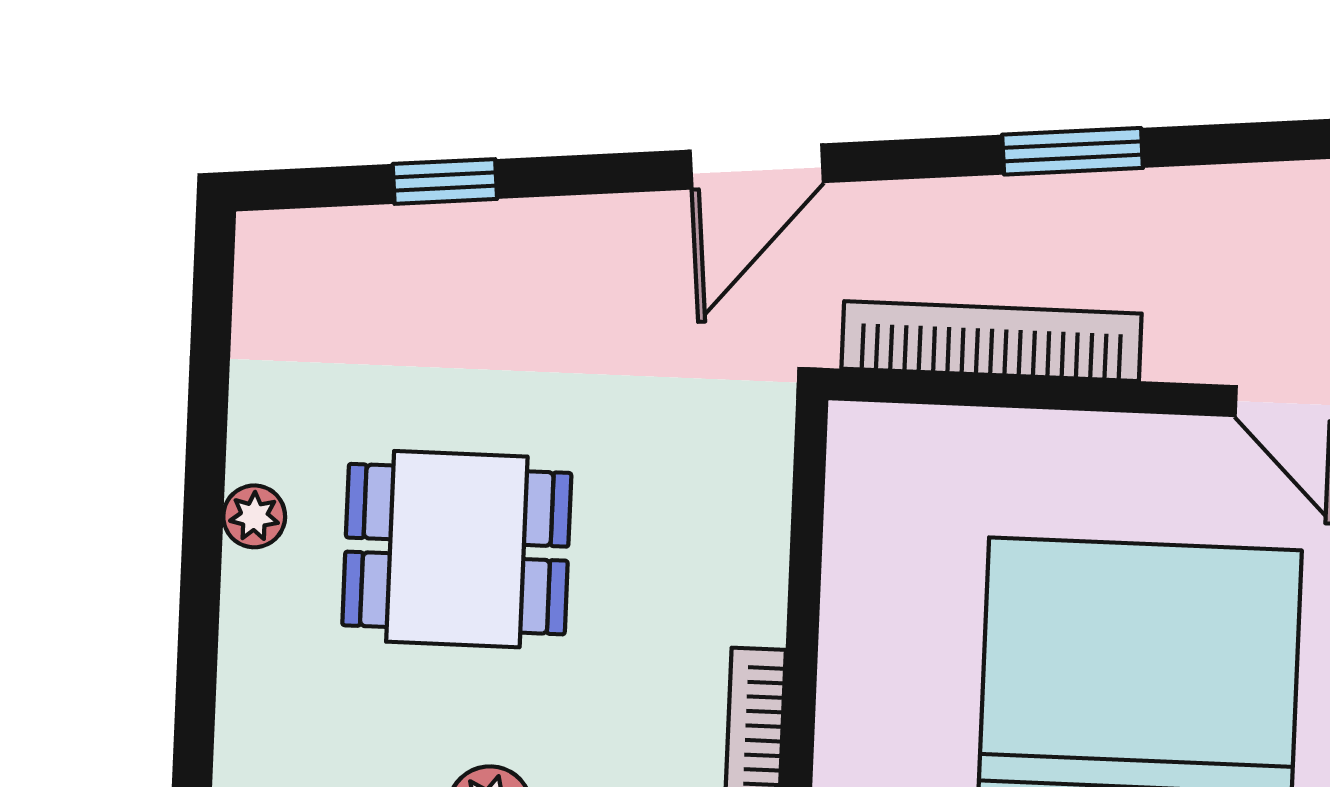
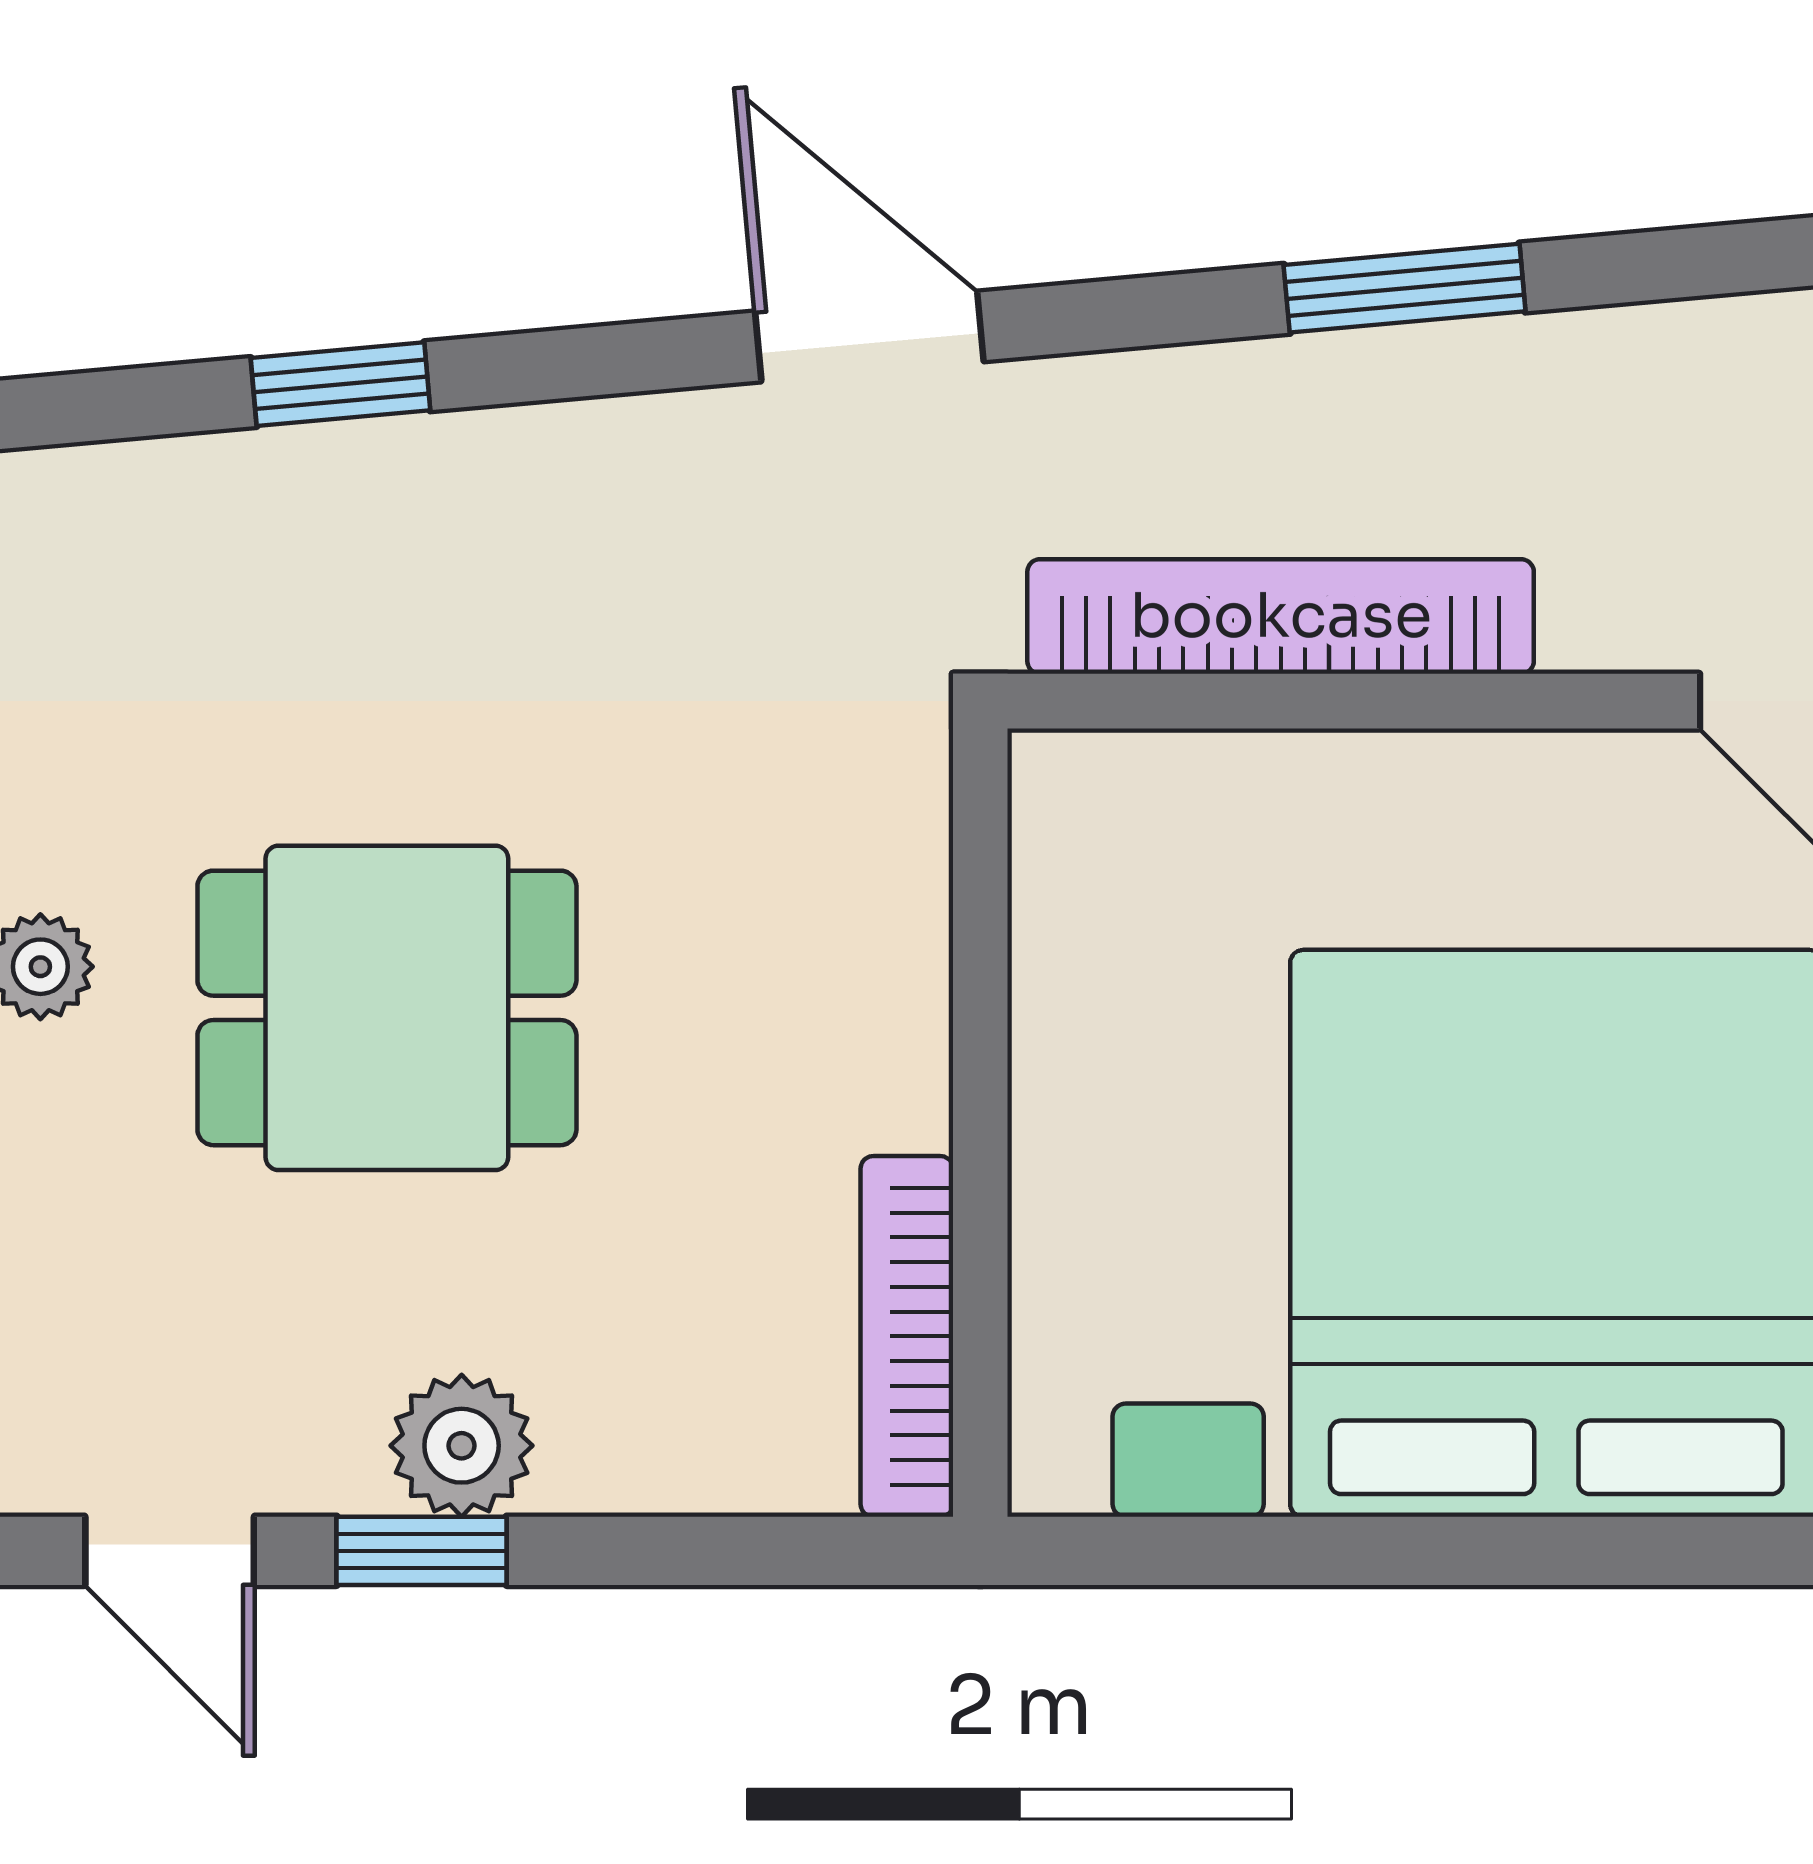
door: (757, 166) -> (869, 336), swing flipped

